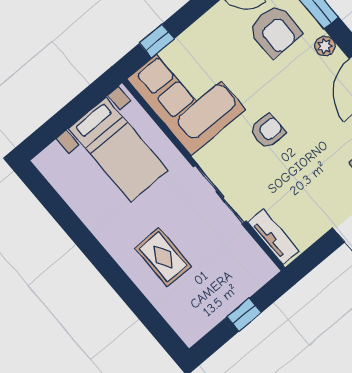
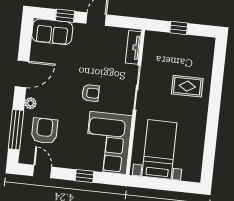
window: (157, 41) -> (84, 176), moved
armchair: (268, 131) -> (91, 93), turned 180
rug: (163, 257) -> (187, 86), turned 90

